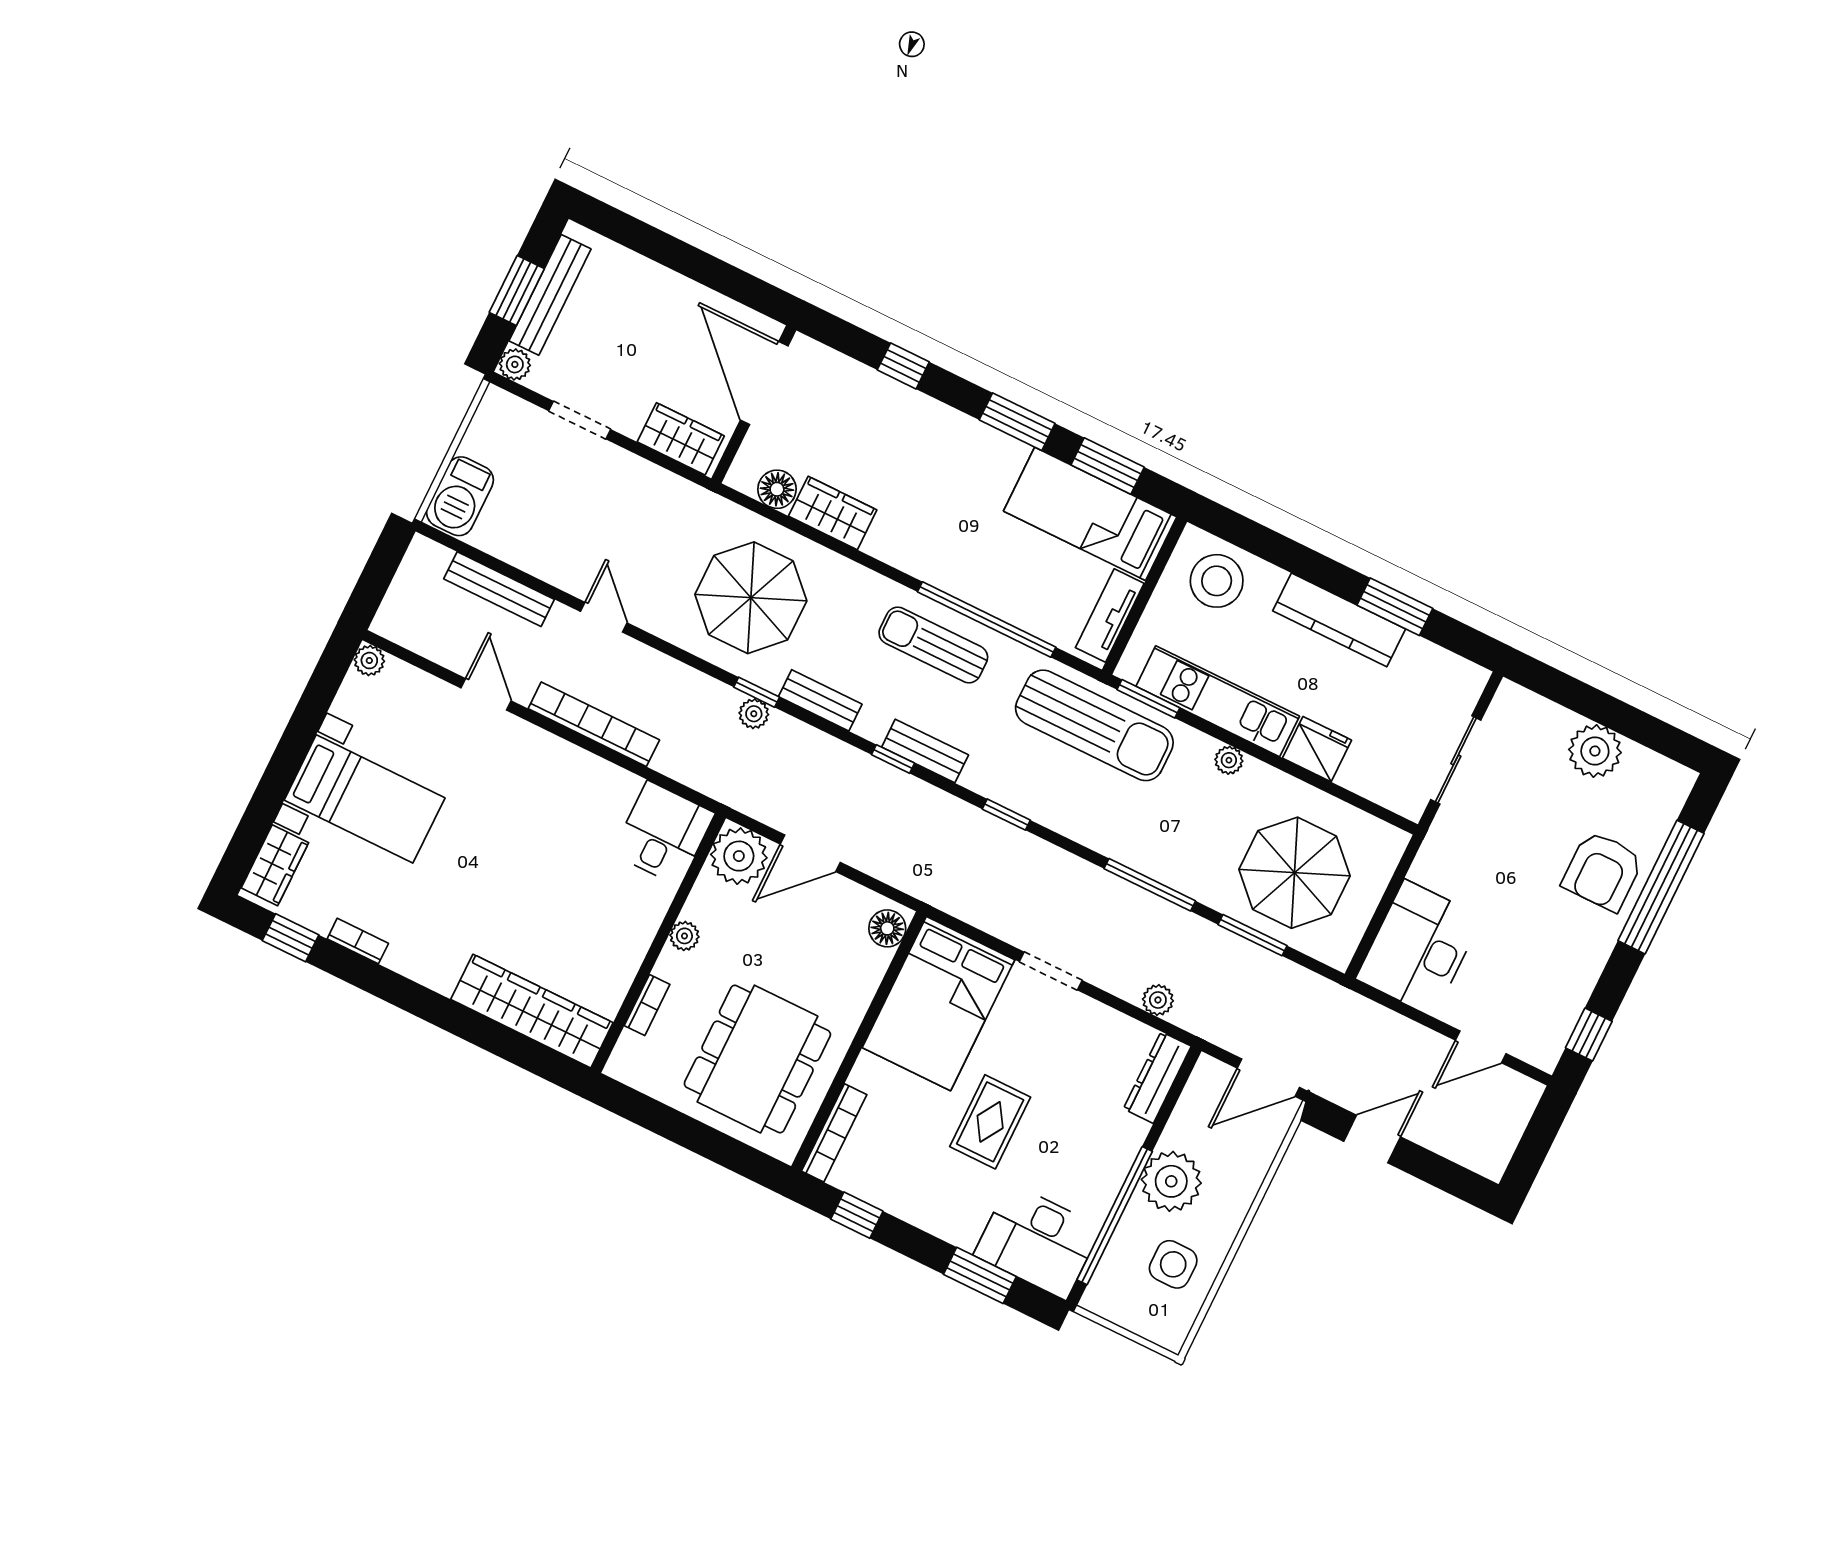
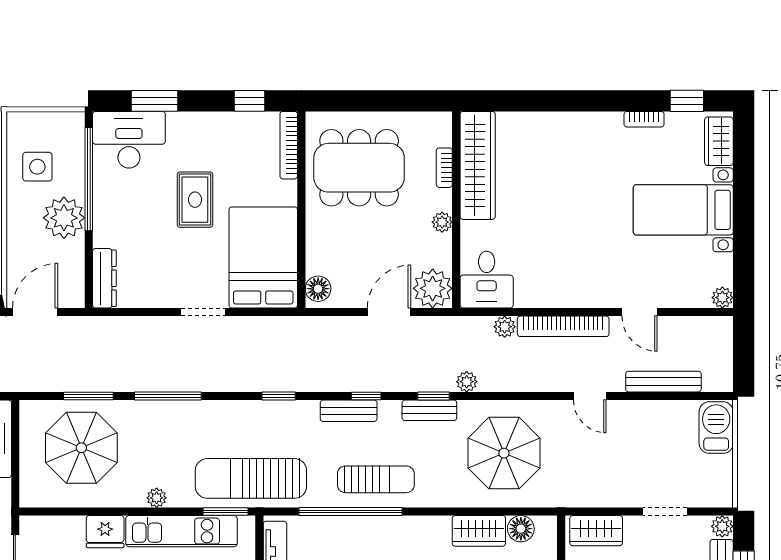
window: (757, 692) -> (433, 396), moved
plant: (1158, 1000) -> (505, 327), moved
wardrobe: (532, 1011) -> (478, 165), moved, turned -90
dining table: (757, 1059) -> (359, 168), turned 90

